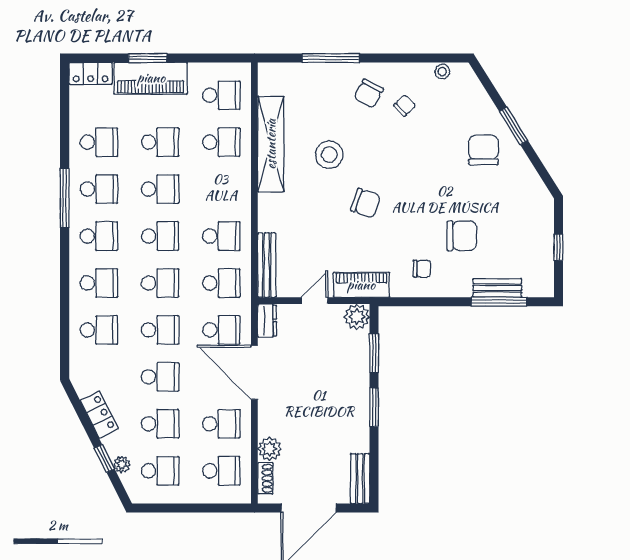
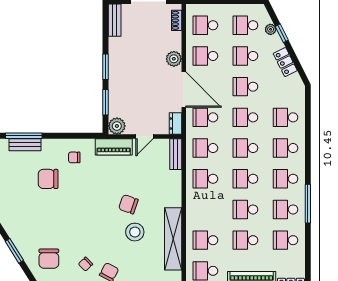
chair: (483, 150) -> (49, 259), moved
chair: (366, 203) -> (128, 204), moved
bench: (267, 265) -> (176, 154), width x0.73
plant: (270, 449) -> (174, 59), moved

